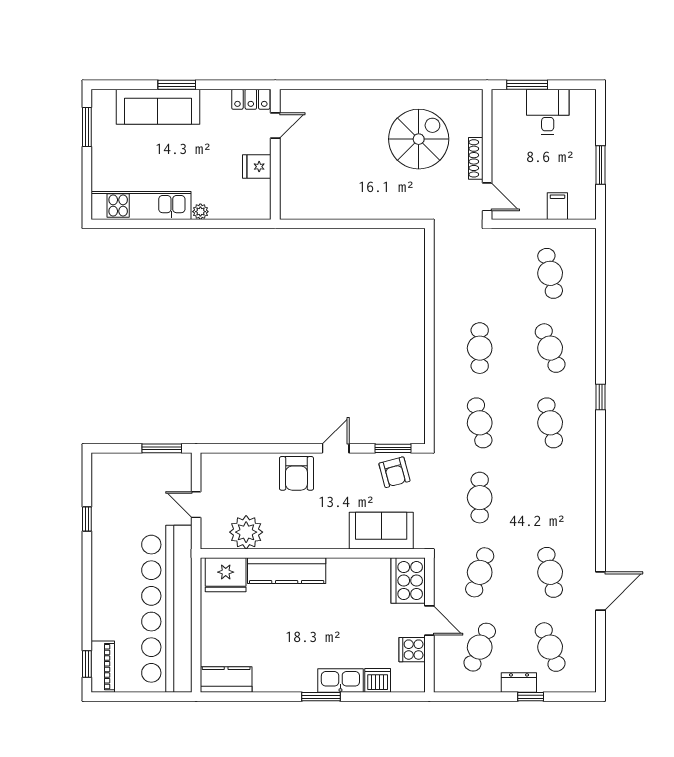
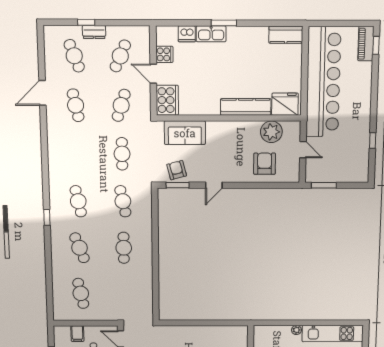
armchair: (296, 473) -> (265, 164), moved

